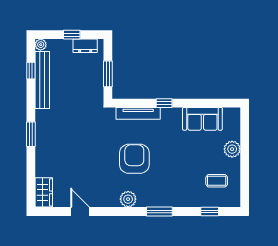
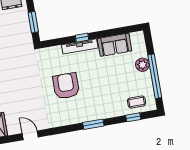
tv unit: (138, 113) -> (80, 46), moved
window: (245, 166) -> (155, 76), added
coffee table: (217, 181) -> (137, 102), moved
plant: (128, 199) -> (67, 119), removed

